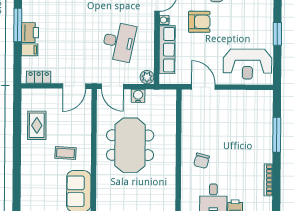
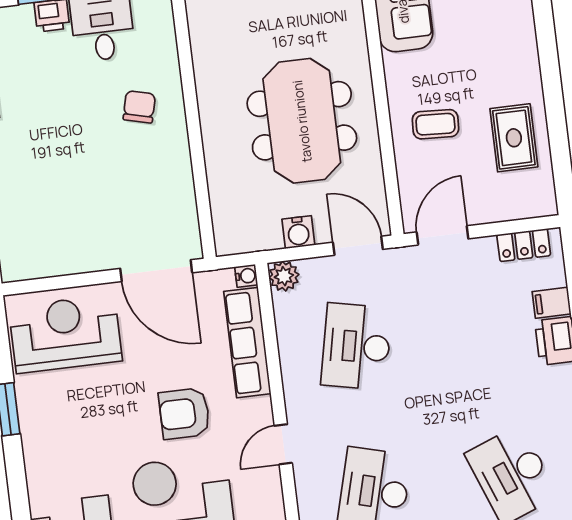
water cooler: (164, 20) -> (246, 276), moved
door: (203, 87) -> (156, 271), width x1.36
coffee table: (66, 153) -> (435, 124), moved

